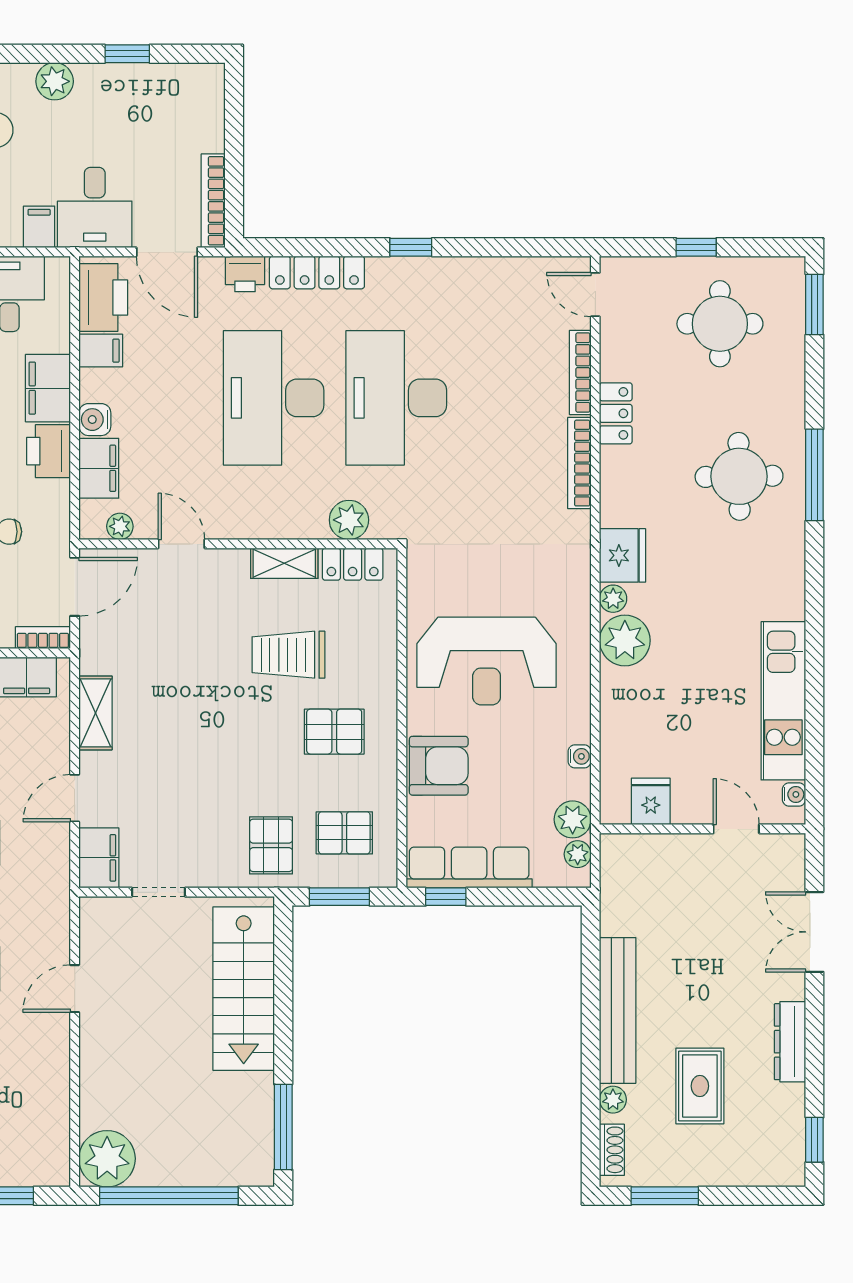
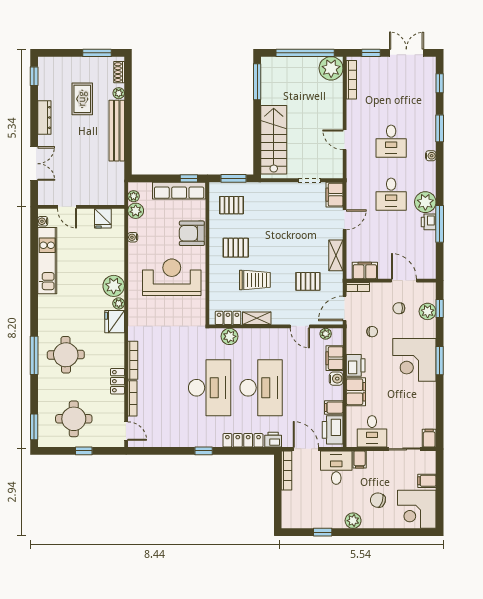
pallet: (271, 845) -> (308, 281), moved, turned 90
door: (75, 989) -> (345, 140), swing flipped
bookcase: (59, 1131) -> (351, 80), added

